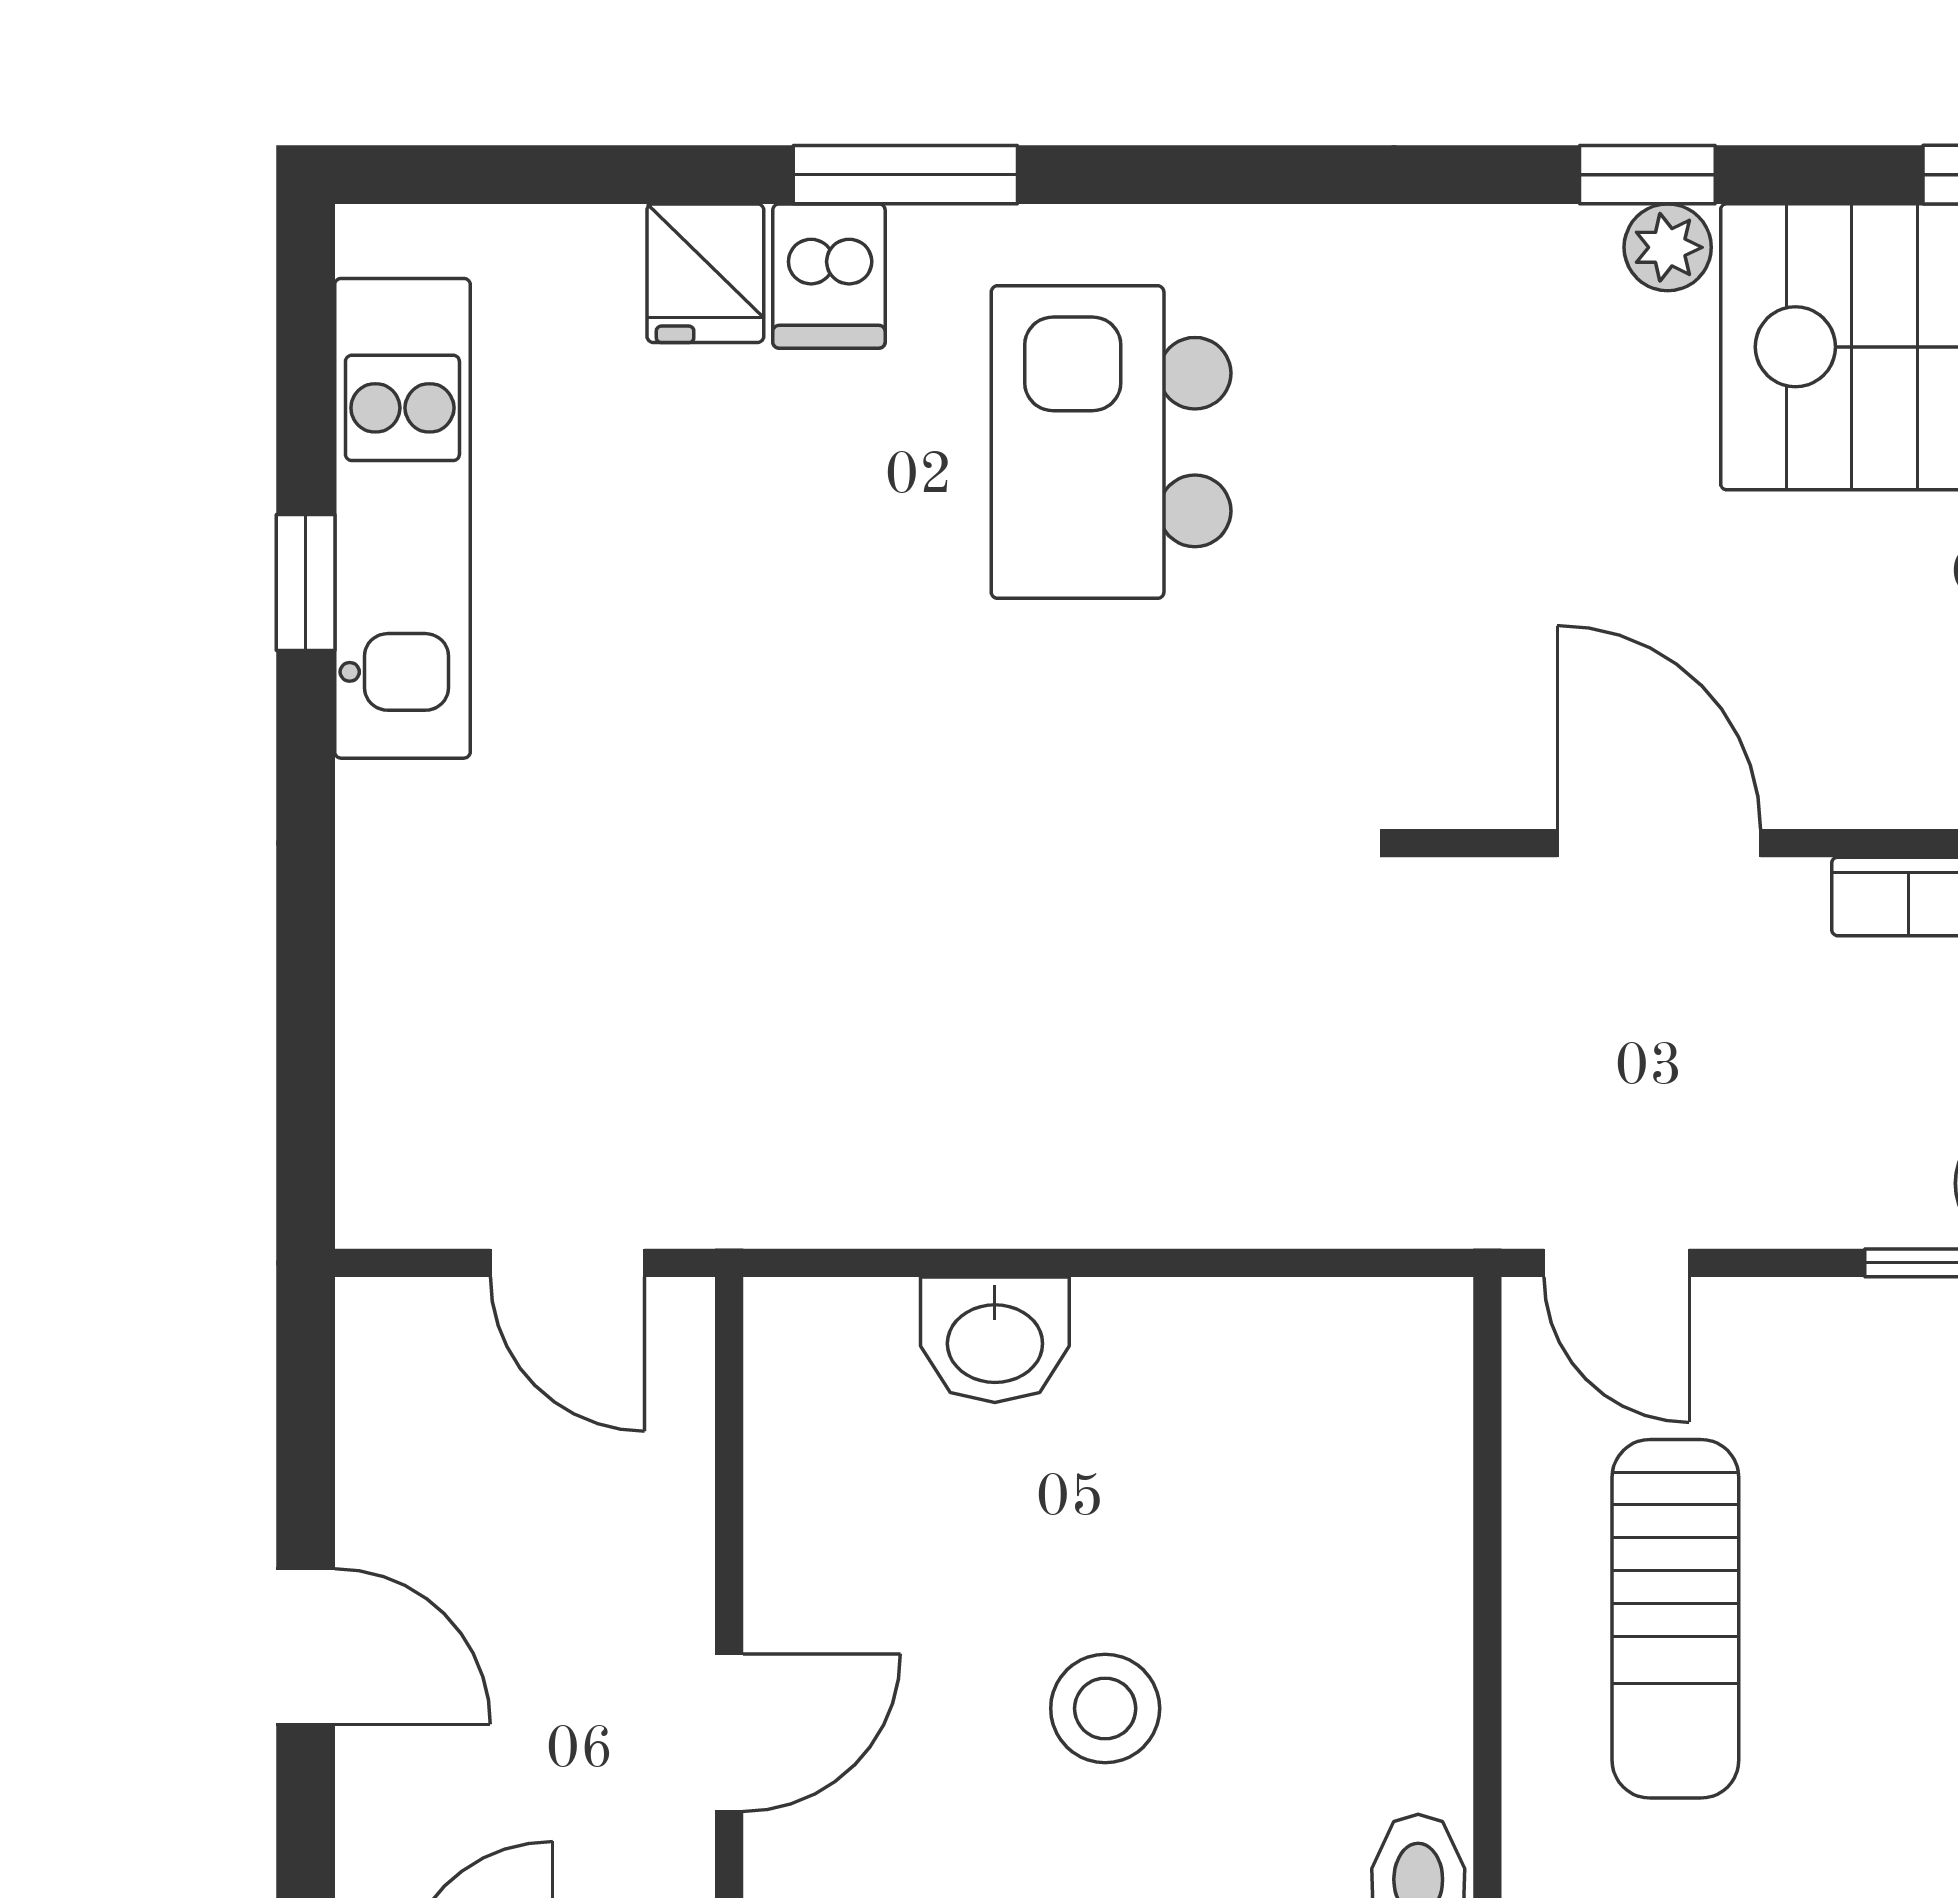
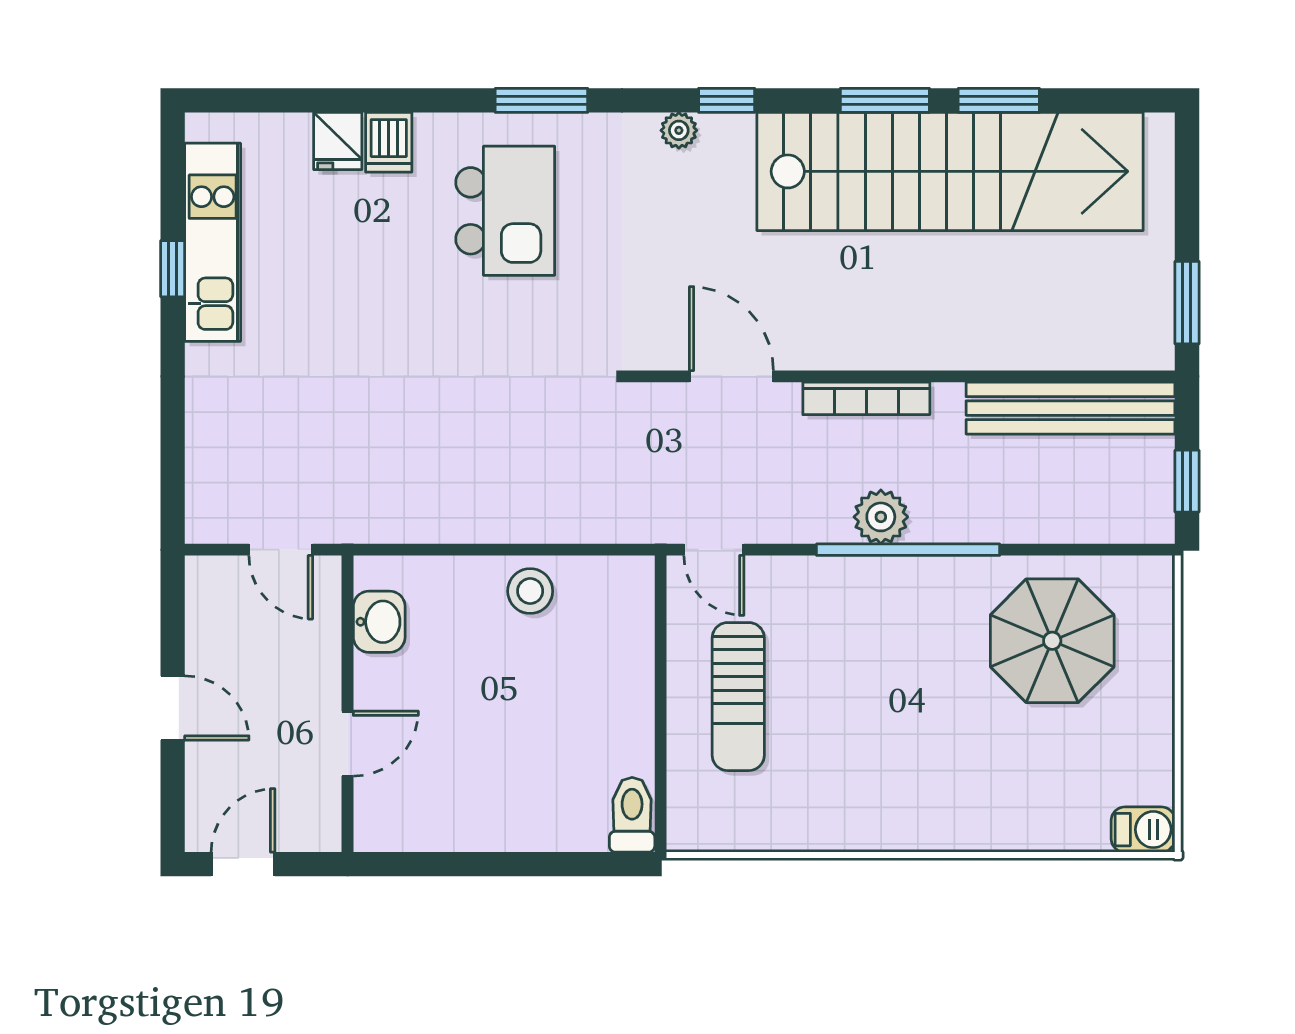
window: (905, 175) -> (541, 100), moved
plant: (1668, 247) -> (679, 130), moved
kitchen island: (1111, 442) -> (505, 211), turned 180
washbasin: (995, 1340) -> (379, 622), moved, turned -90
stool: (1105, 1708) -> (530, 591), moved

